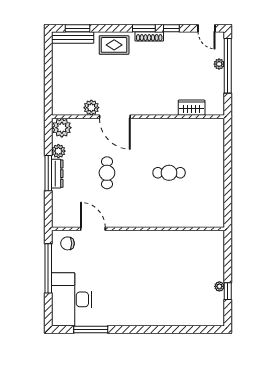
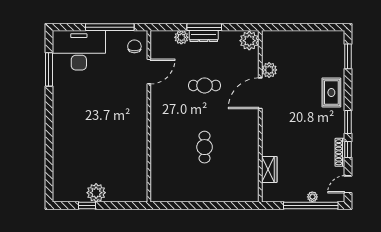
shoe rack: (149, 36) -> (340, 152), moved
bench: (73, 38) -> (339, 51), removed
plant: (58, 151) -> (181, 37), moved
plant: (219, 286) -> (96, 193), width x1.88, depth x1.88

